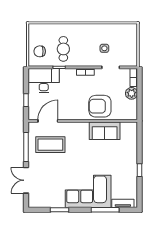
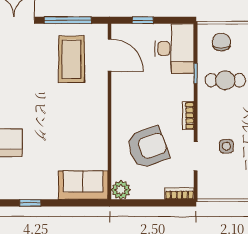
plant: (132, 93) -> (121, 190), moved
armchair: (100, 106) -> (148, 147), moved, turned 70
sofa: (105, 131) -> (83, 185), moved, turned 90

